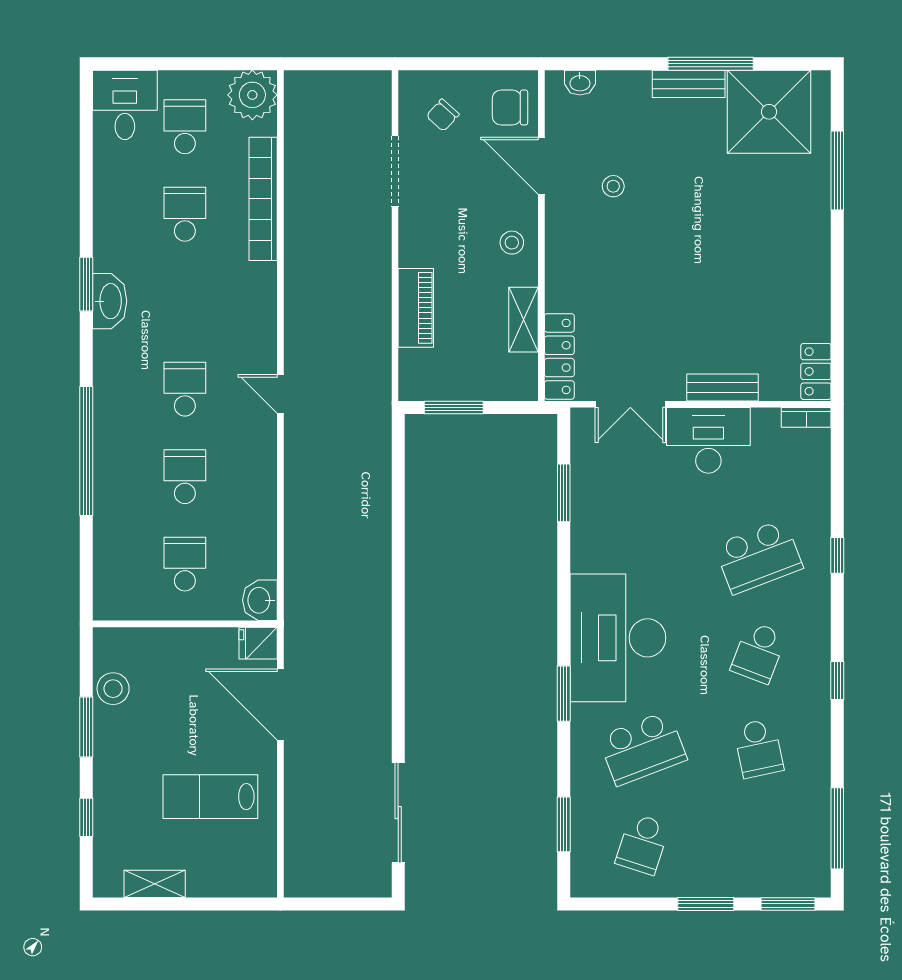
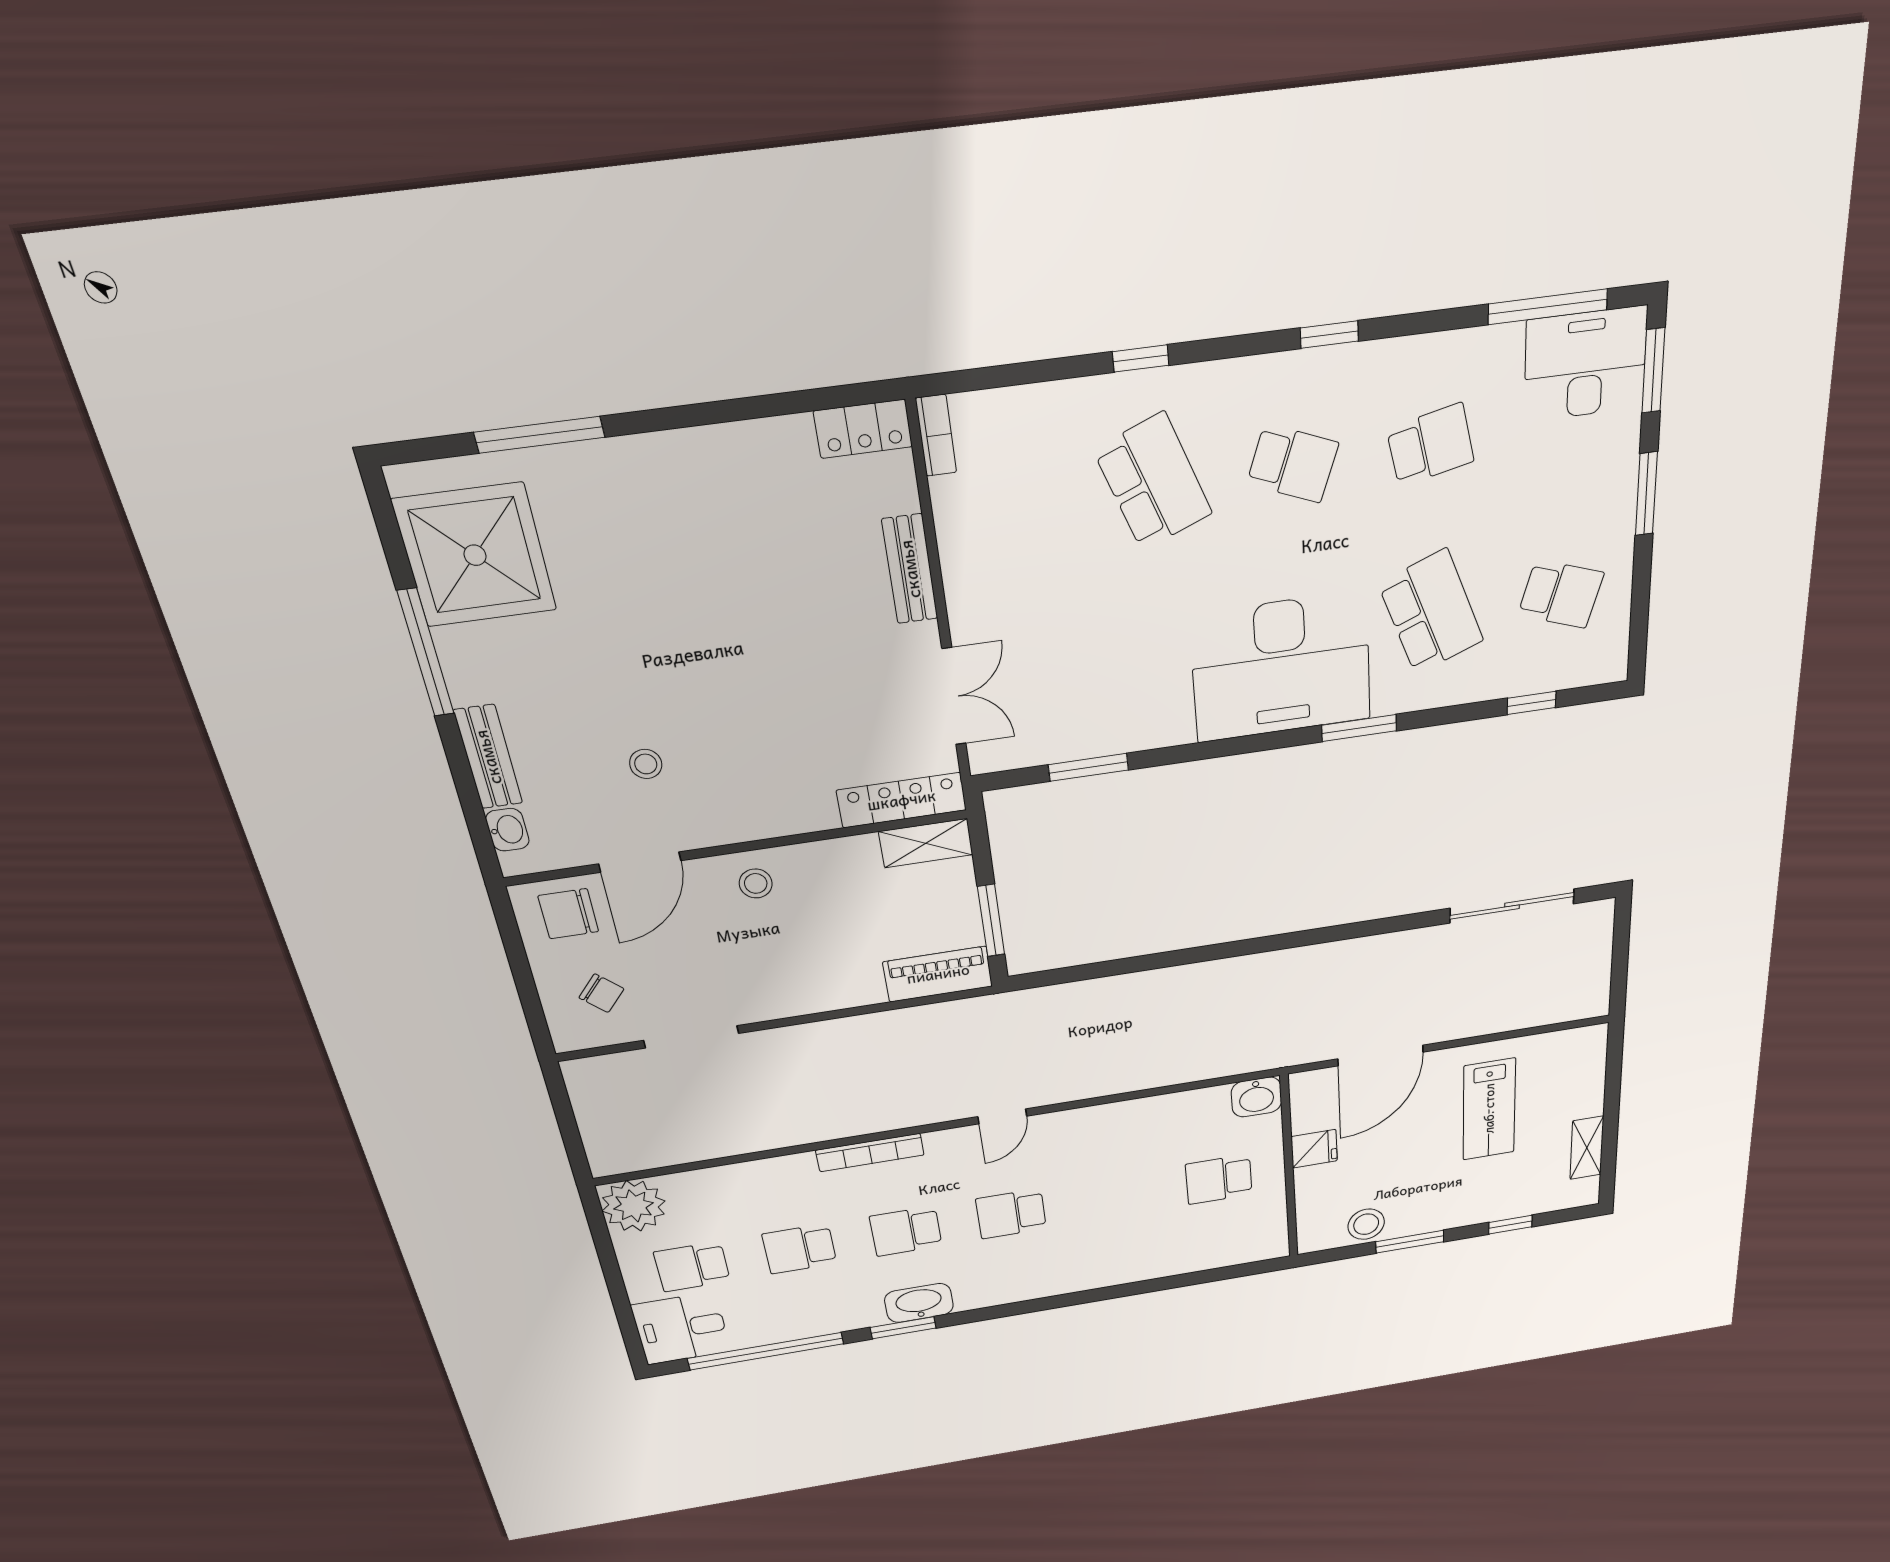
bench: (689, 84) -> (488, 757), moved
chair: (510, 107) -> (568, 914), turned 90
bookcase: (263, 199) -> (870, 1153), moved, width x0.68, depth x0.76
piano: (416, 308) -> (938, 974), moved
shelving: (524, 320) -> (926, 843), moved
desk: (708, 440) -> (1585, 364), moved, turned 90
window: (86, 451) -> (766, 1351), moved
school desk: (185, 477) -> (906, 1231), moved
fridge: (258, 643) -> (1314, 1149), moved, turned -90
window: (564, 824) -> (1532, 703), width x0.67

